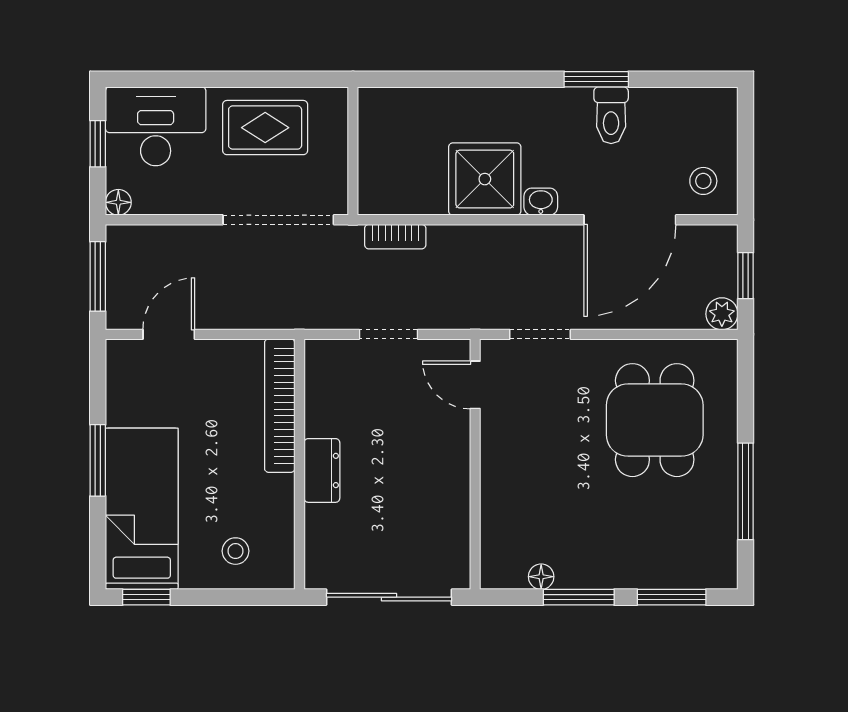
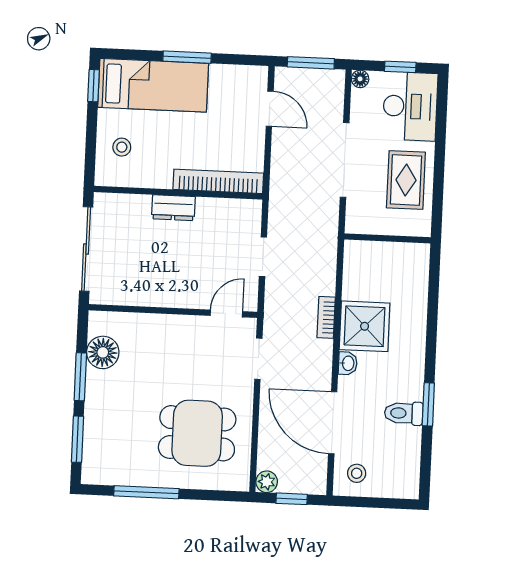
doorway: (278, 220) -> (345, 160), moved
bookcase: (395, 237) -> (326, 317), moved
floor lamp: (541, 577) -> (103, 352), width x1.89, depth x1.89

